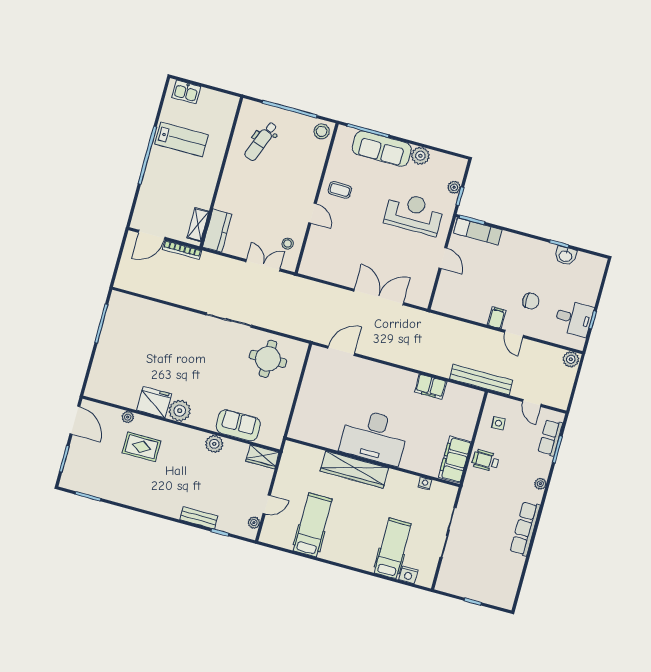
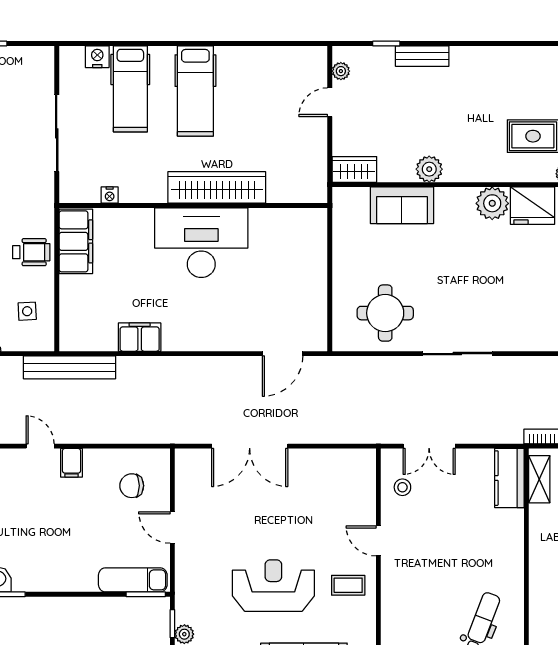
reception desk: (414, 213) -> (273, 586), moved, turned 180
chair: (531, 301) -> (132, 486), moved
hospital bed: (313, 525) -> (195, 91), moved

